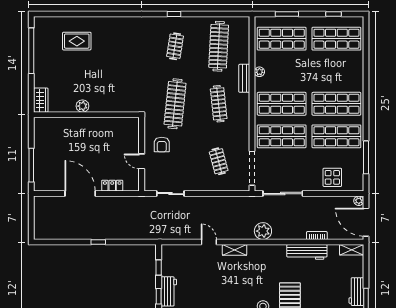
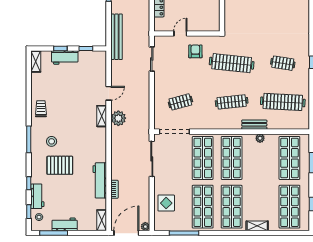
shelving: (358, 75) -> (257, 226), added
armchair: (162, 145) -> (195, 51), turned 90
plant: (263, 231) -> (118, 118), moved
bench: (145, 233) -> (117, 37), added

